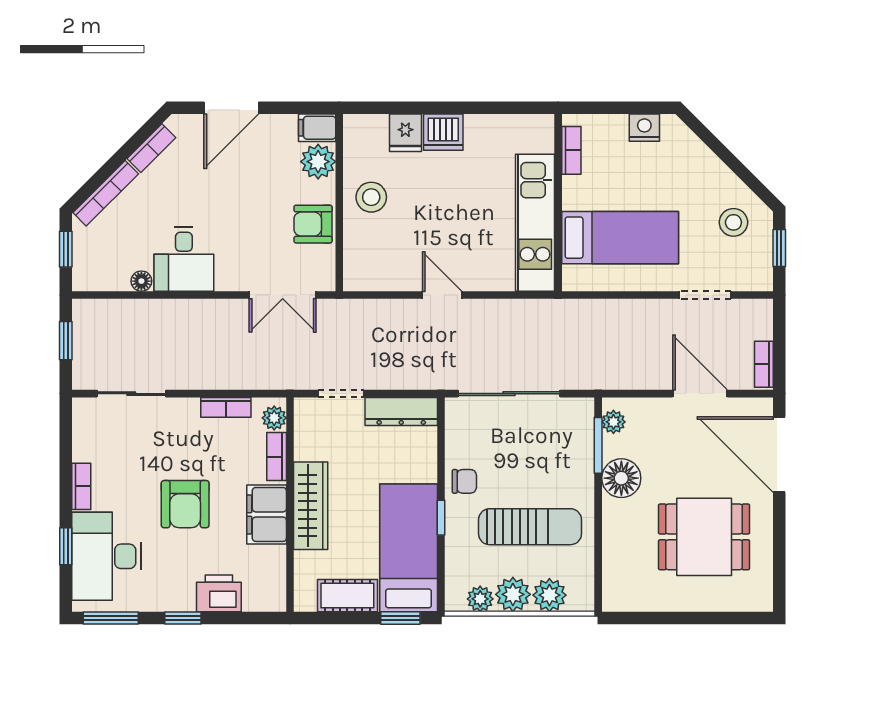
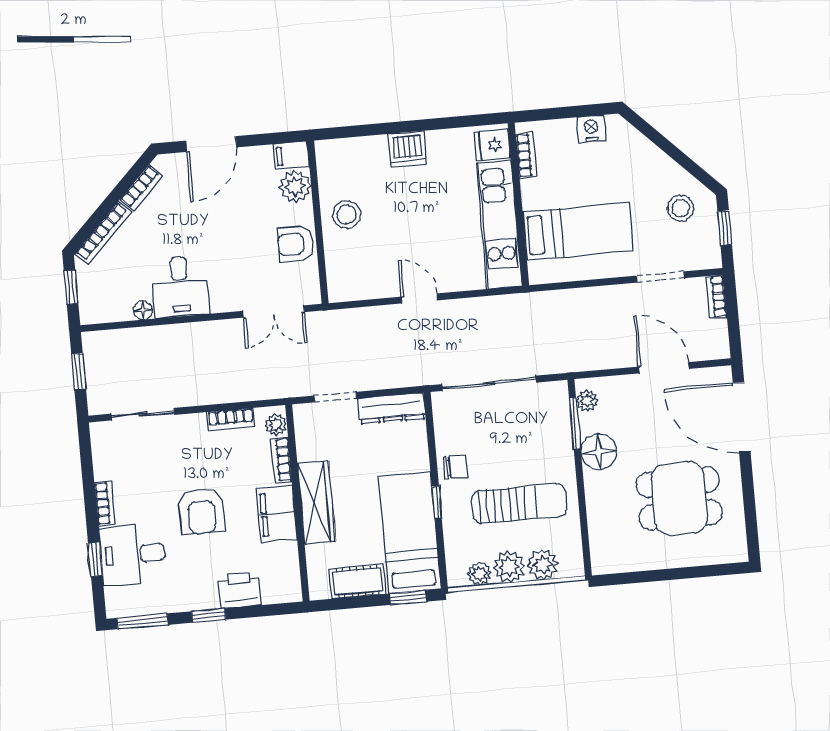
fridge: (405, 133) -> (492, 145), moved, turned 90
bookcase: (764, 364) -> (717, 297), moved
desk: (106, 556) -> (133, 554), width x0.73

